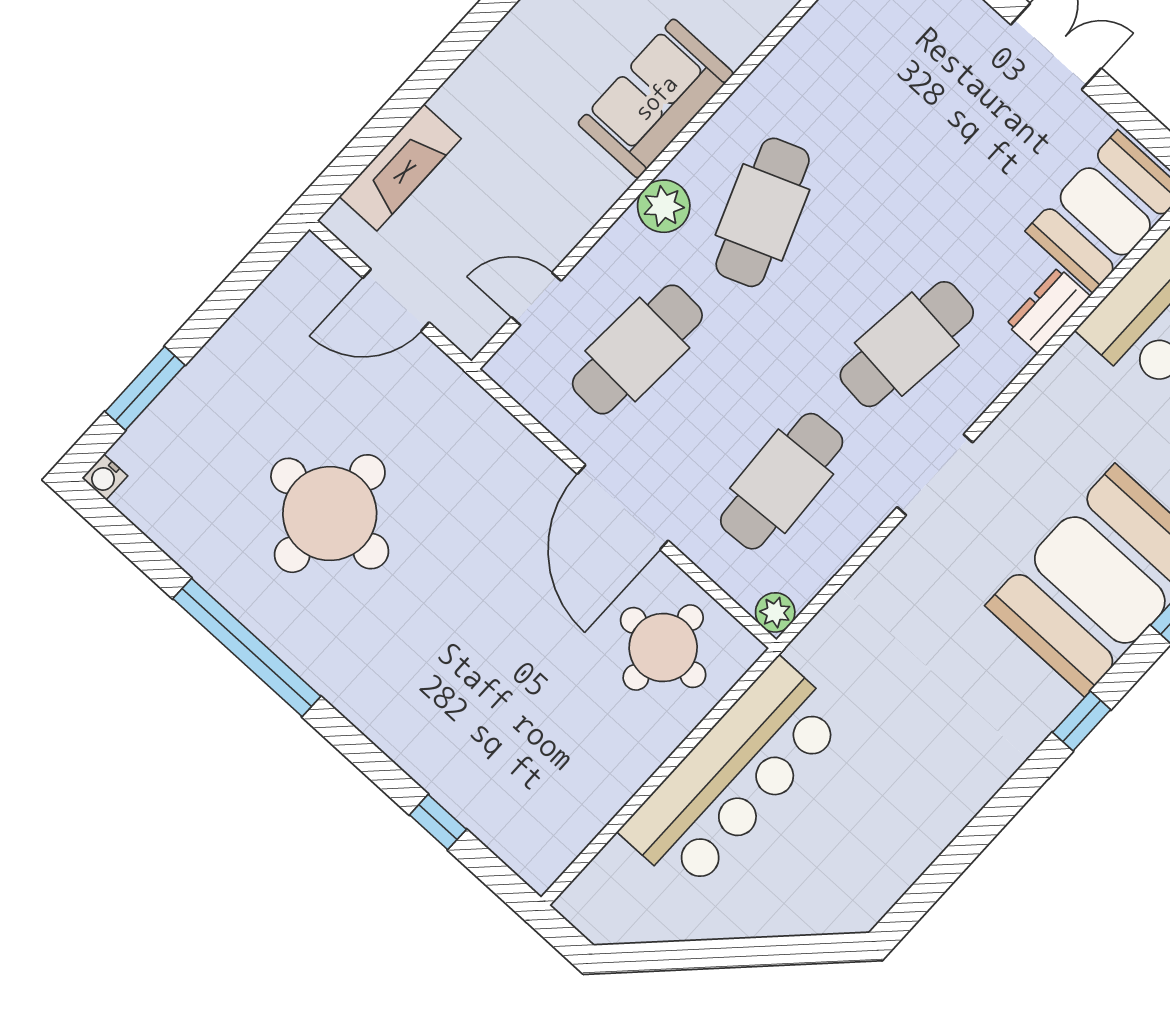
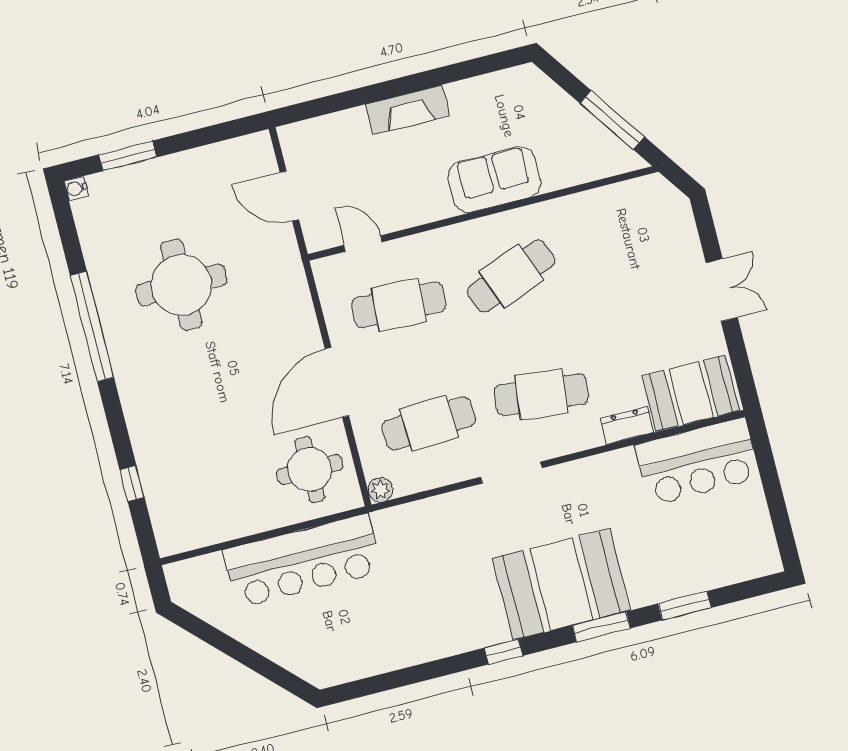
fireplace: (400, 167) -> (408, 110), moved
plant: (664, 206) -> (462, 239), removed

